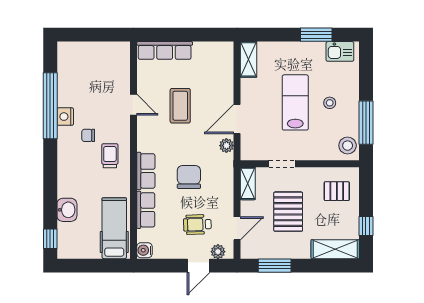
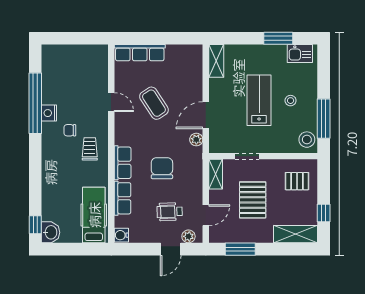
coffee table: (180, 106) -> (154, 103), turned -33
washbasin: (67, 210) -> (50, 232), moved

